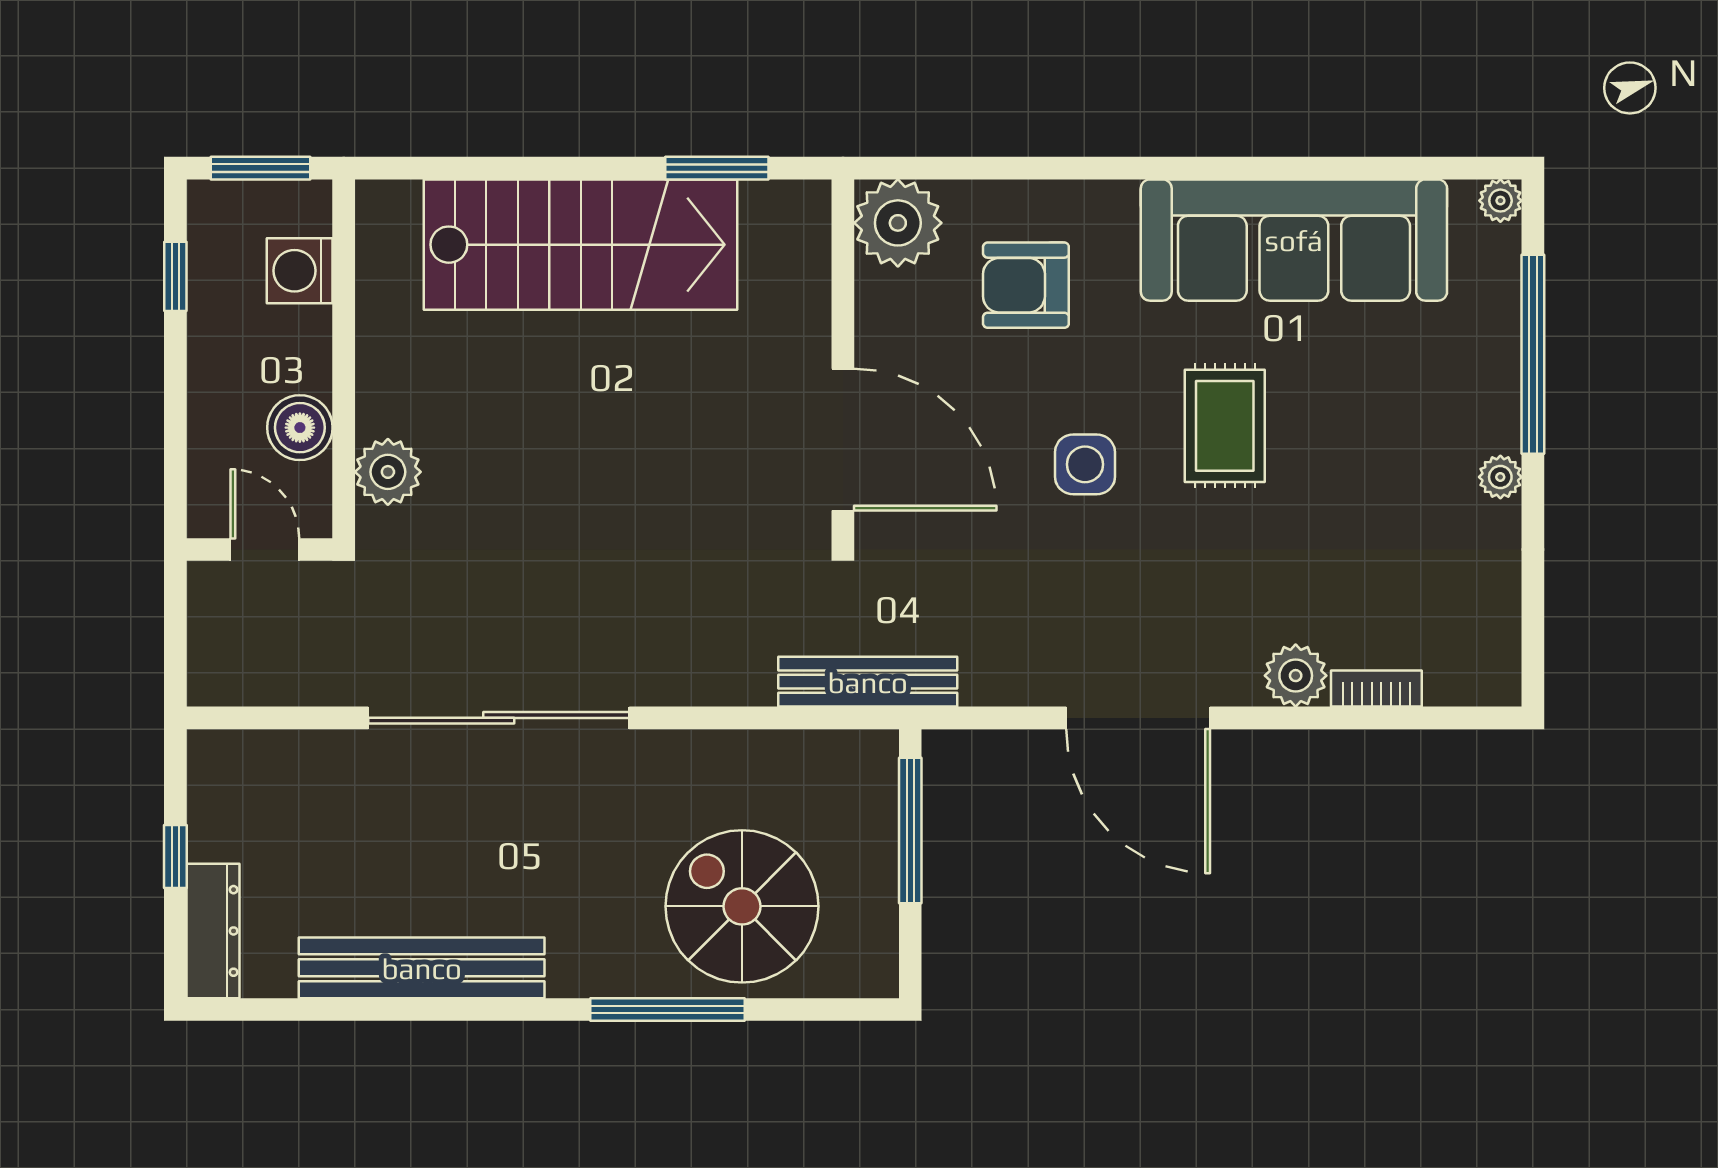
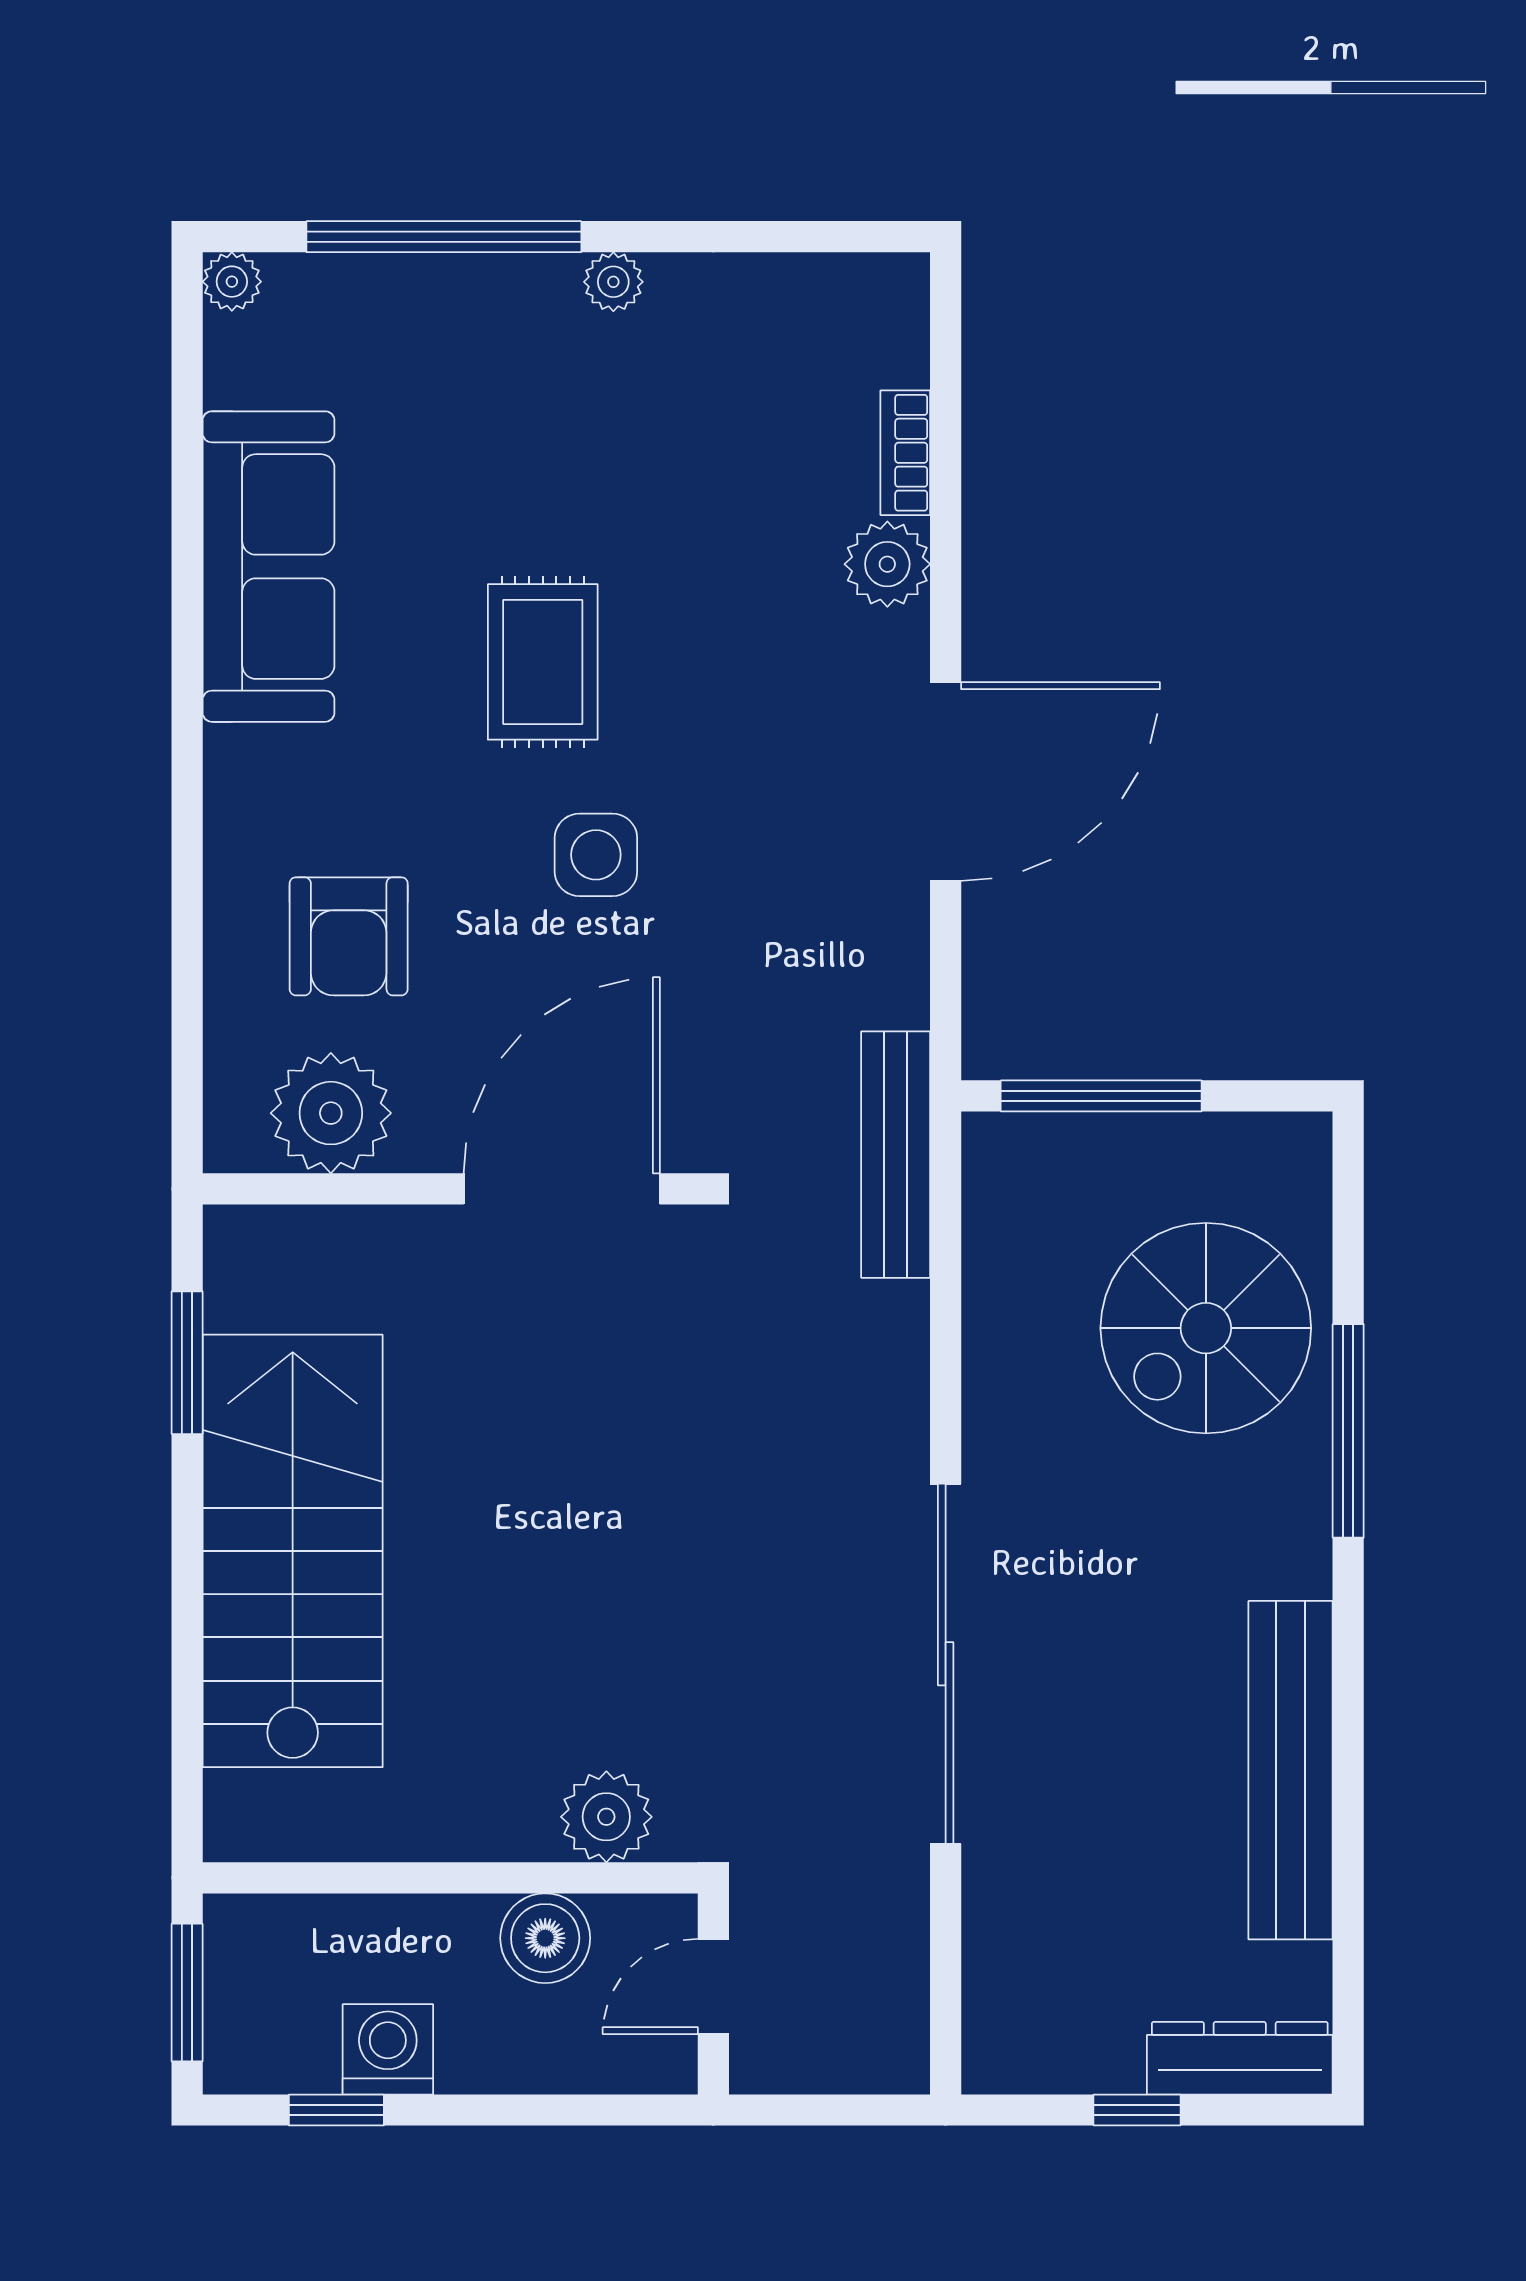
plant: (898, 223) -> (331, 1113), moved
sofa: (1294, 240) -> (269, 567), width x0.74, depth x0.79
washing machine: (300, 271) -> (388, 2049), moved, turned 180
rug: (1225, 426) -> (543, 662), turned 90

